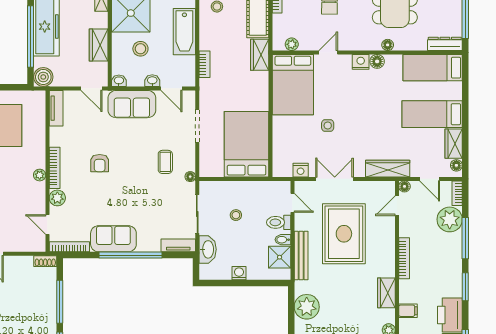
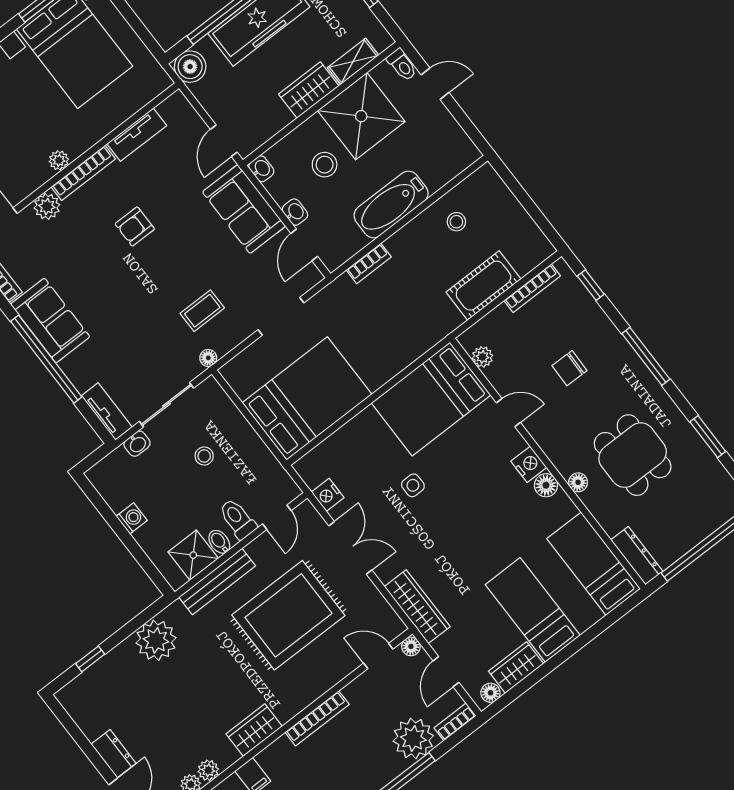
wardrobe: (99, 45) -> (309, 90), moved
wardrobe: (260, 55) -> (437, 326), removed
tv unit: (56, 108) -> (137, 135), moved
washbasin: (208, 249) -> (137, 444), width x0.52, depth x0.69

